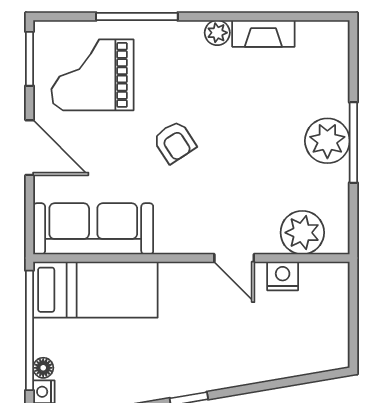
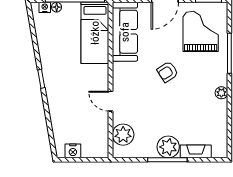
fireplace: (263, 33) -> (196, 151), moved, turned 90
door: (234, 258) -> (111, 101), hinge flipped
nightstand: (283, 276) -> (73, 151), moved, turned 90

